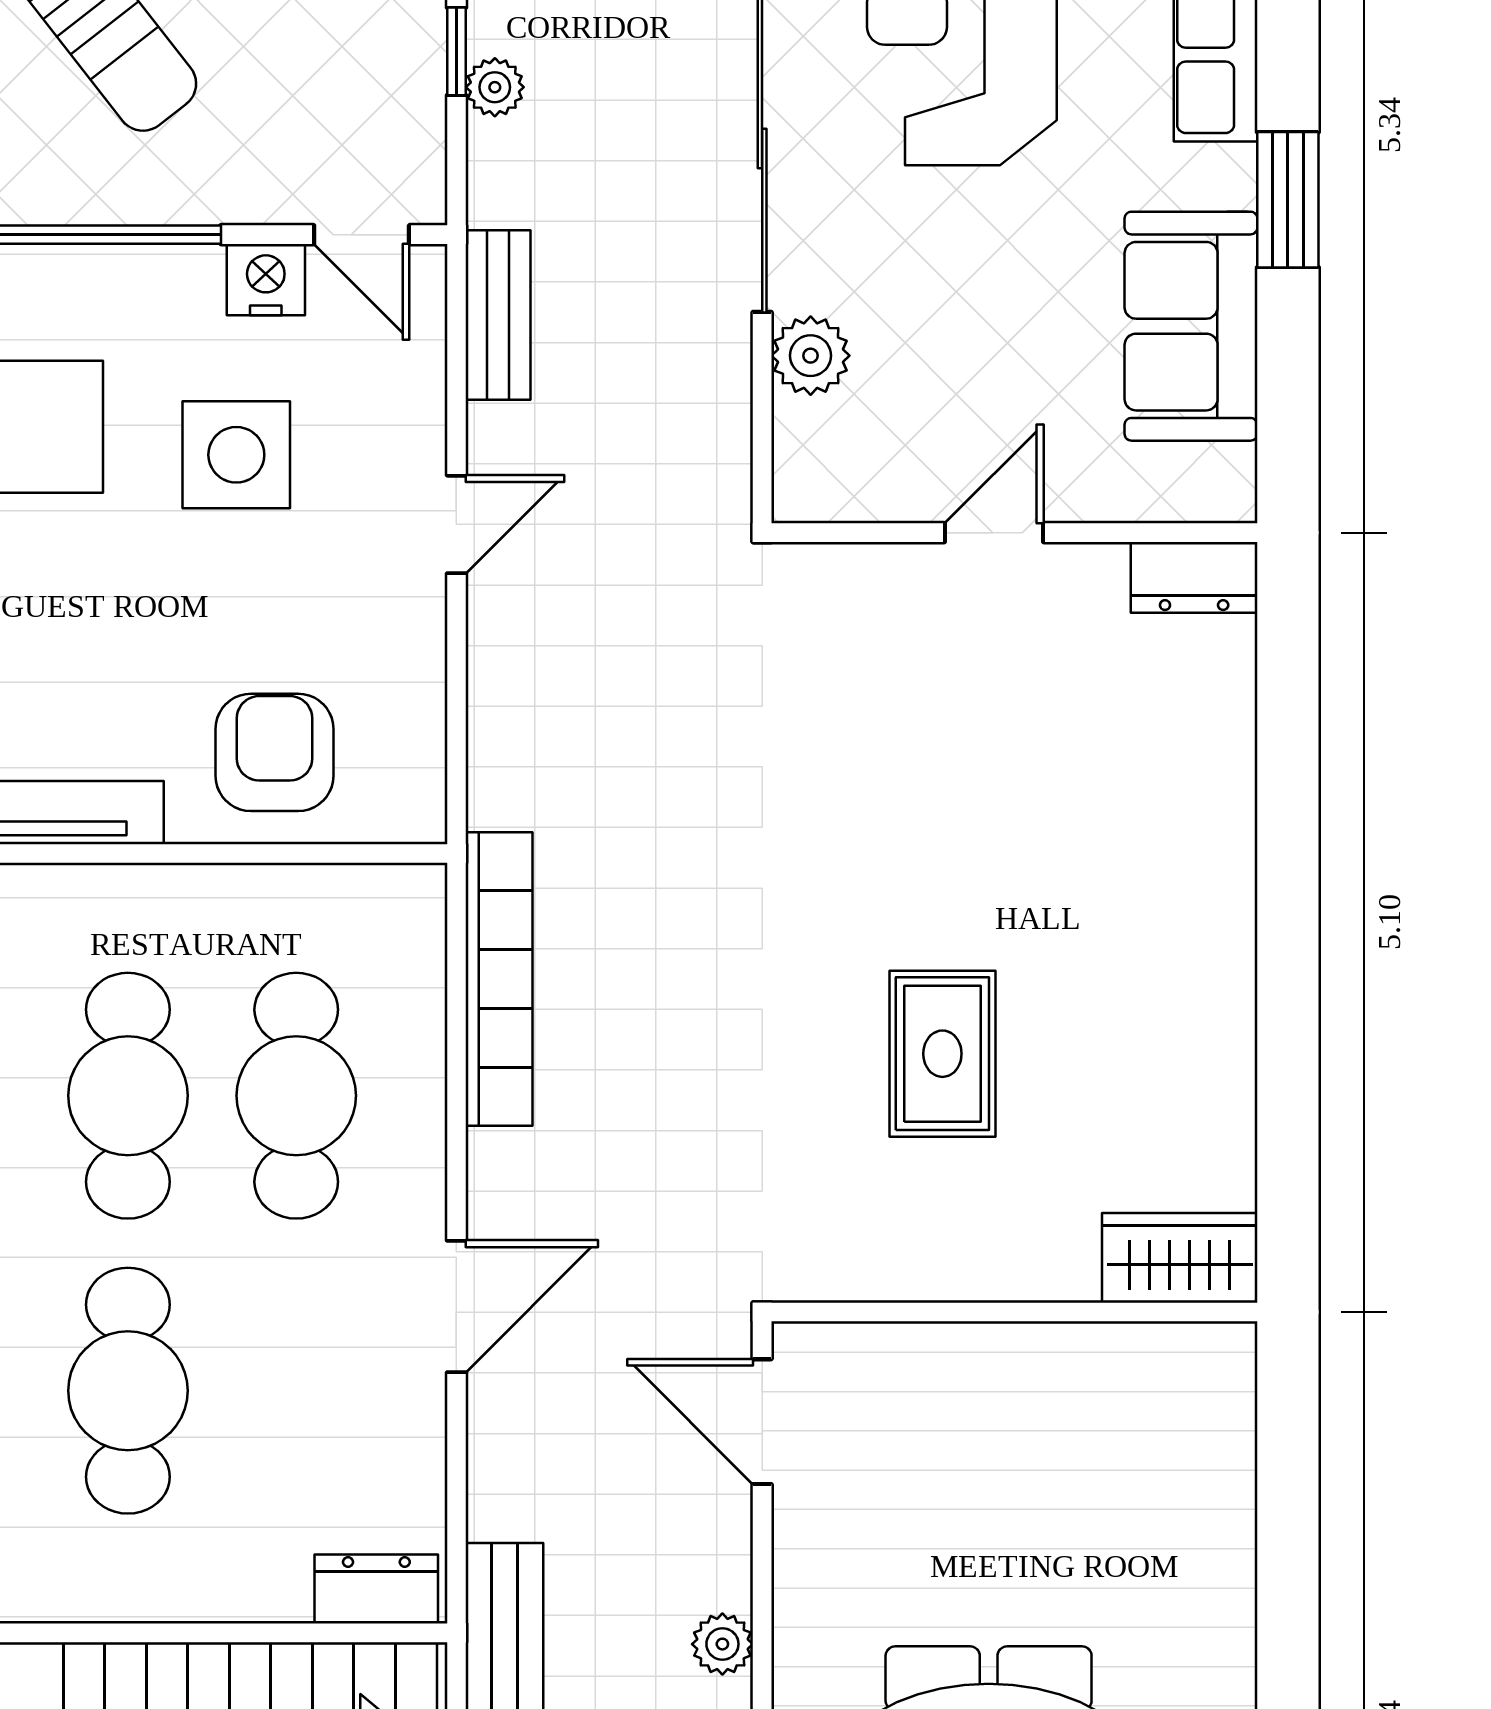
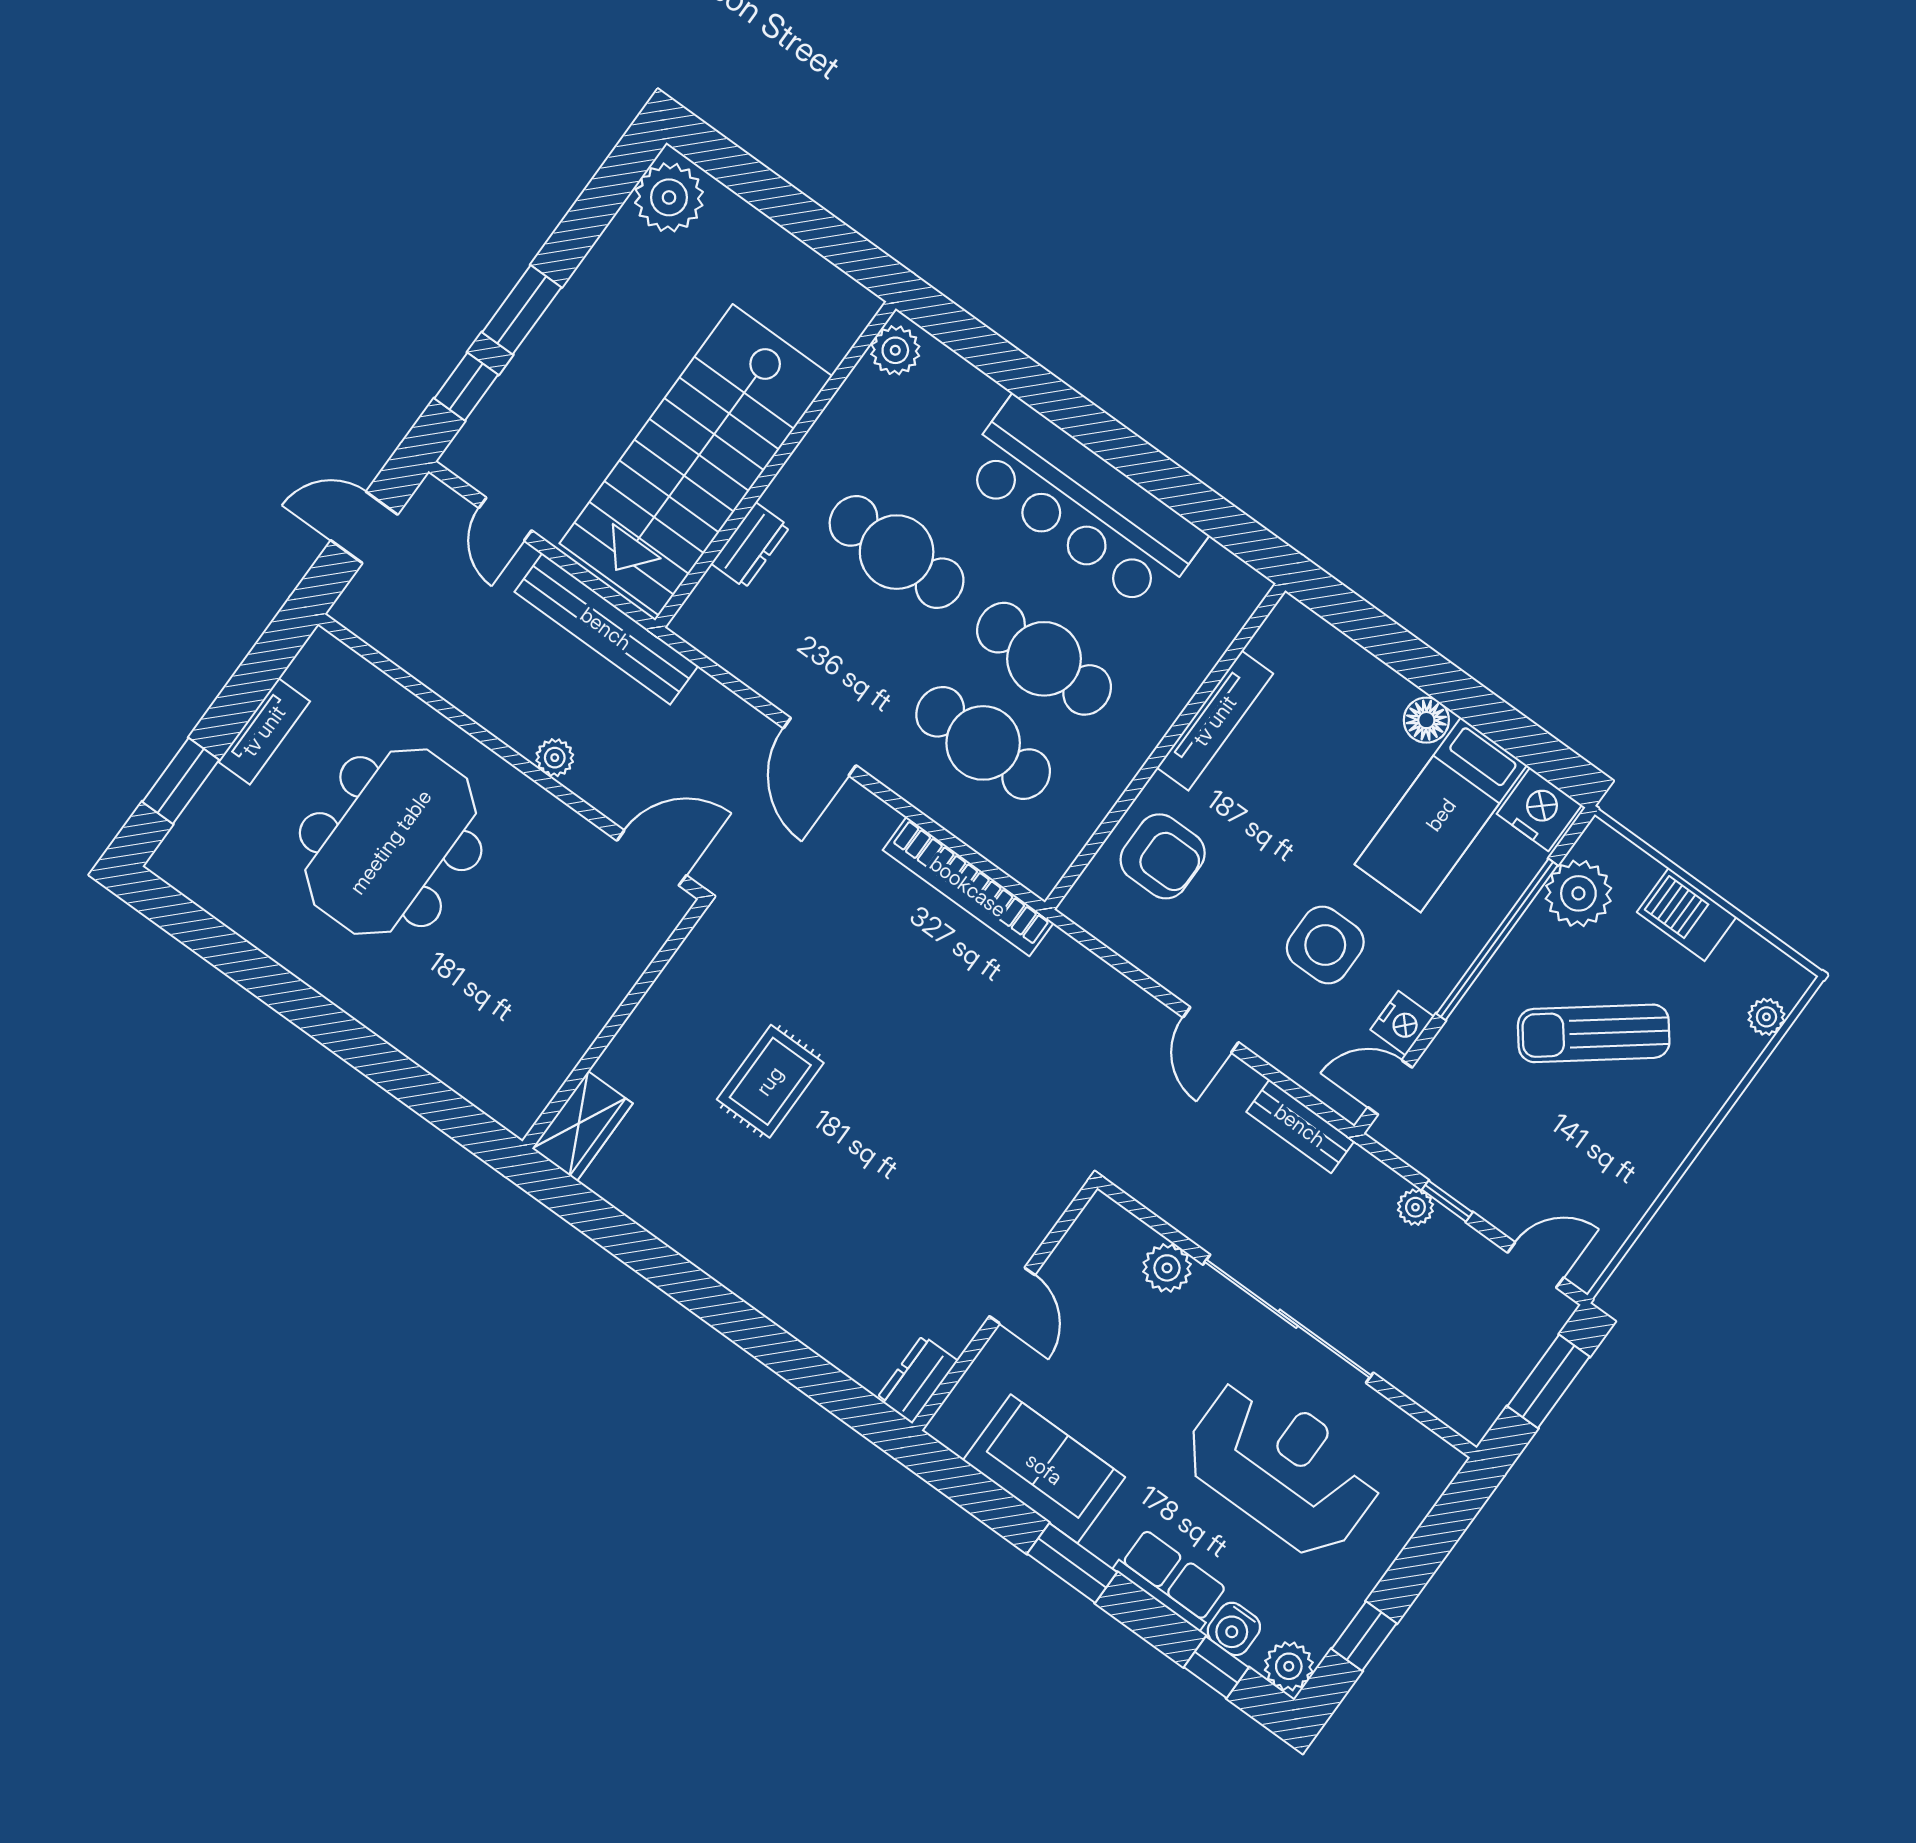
rug: (942, 1054) -> (770, 1081), turned 90
dresser: (376, 1589) -> (750, 545), moved

